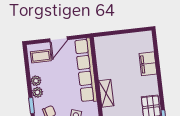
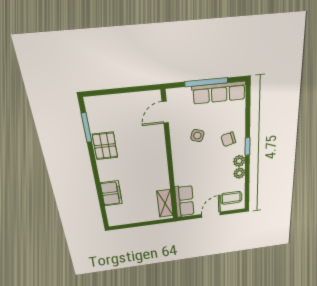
row of seats: (86, 70) -> (184, 201), width x0.50
shelving: (106, 93) -> (165, 203), moved

